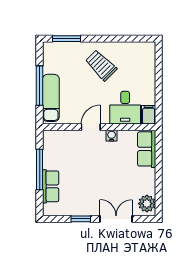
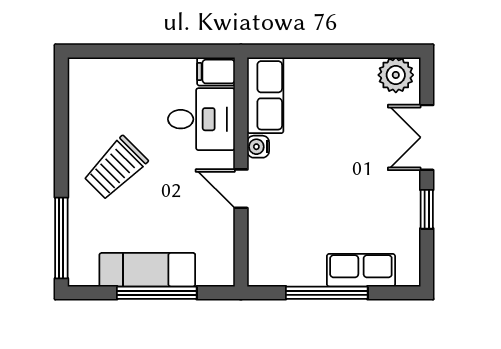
window: (67, 39) -> (61, 238), width x1.44
exam couch: (51, 98) -> (147, 270), moved
row of seats: (147, 149) -> (265, 95), moved, turned -90

